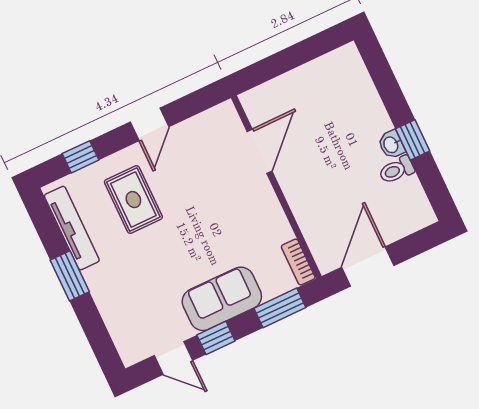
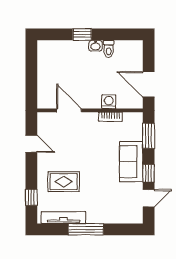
door: (149, 124) -> (31, 144), moved
window: (413, 140) -> (82, 34), moved
washing machine: (306, 213) -> (109, 102), added
bookcase: (298, 262) -> (110, 117), moved
window: (70, 276) -> (86, 229), width x1.44

